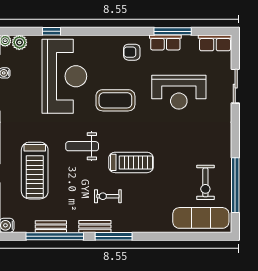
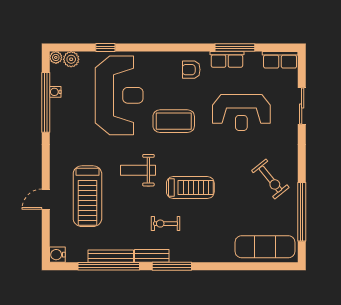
exercise bike: (205, 182) -> (270, 179), moved, turned -39
bench: (51, 227) -> (111, 256), width x1.36

